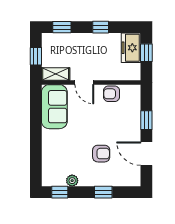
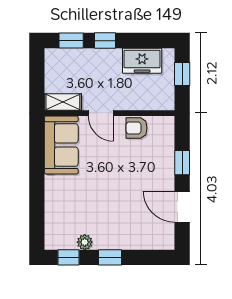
window: (101, 27) -> (105, 41), moved
freezer: (131, 48) -> (142, 61), moved, turned -90
window: (36, 56) -> (37, 79), removed
armchair: (101, 154) -> (123, 207), removed
window: (103, 192) -> (110, 257), moved

